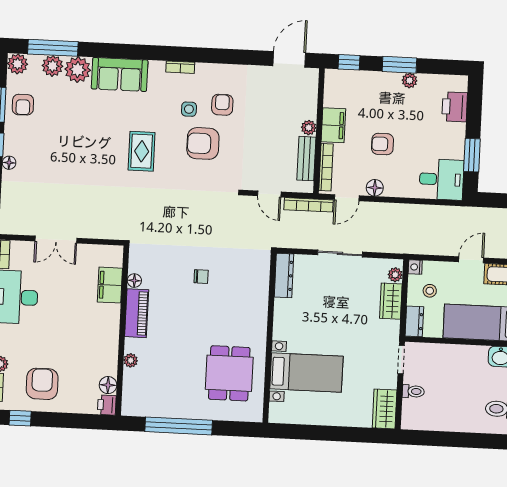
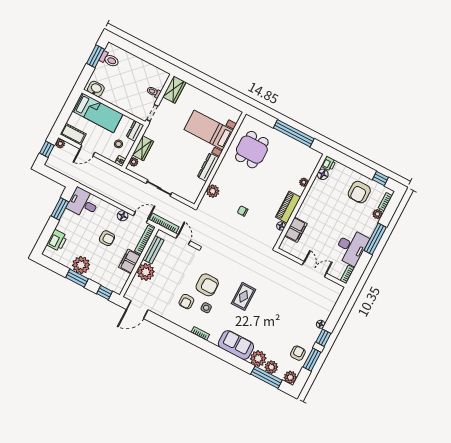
plant: (410, 80) -> (81, 265), width x1.87, depth x1.87
plant: (309, 128) -> (146, 272), width x1.88, depth x1.88
dresser: (284, 276) -> (208, 167), moved
plant: (259, 285) -> (213, 191), added

